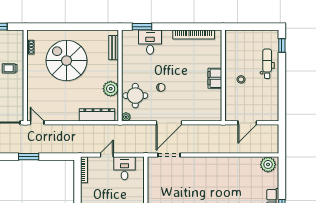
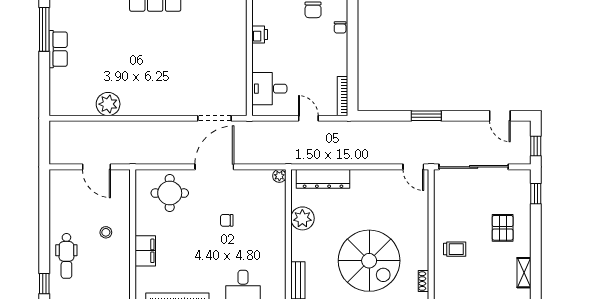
filing cabinet: (215, 78) -> (145, 251), moved
round table: (135, 96) -> (170, 193), moved
door: (247, 123) -> (96, 167), swing flipped
door: (107, 155) -> (308, 118), swing flipped
plant: (268, 164) -> (108, 104), moved
desk: (124, 168) -> (269, 89), moved, turned 90

